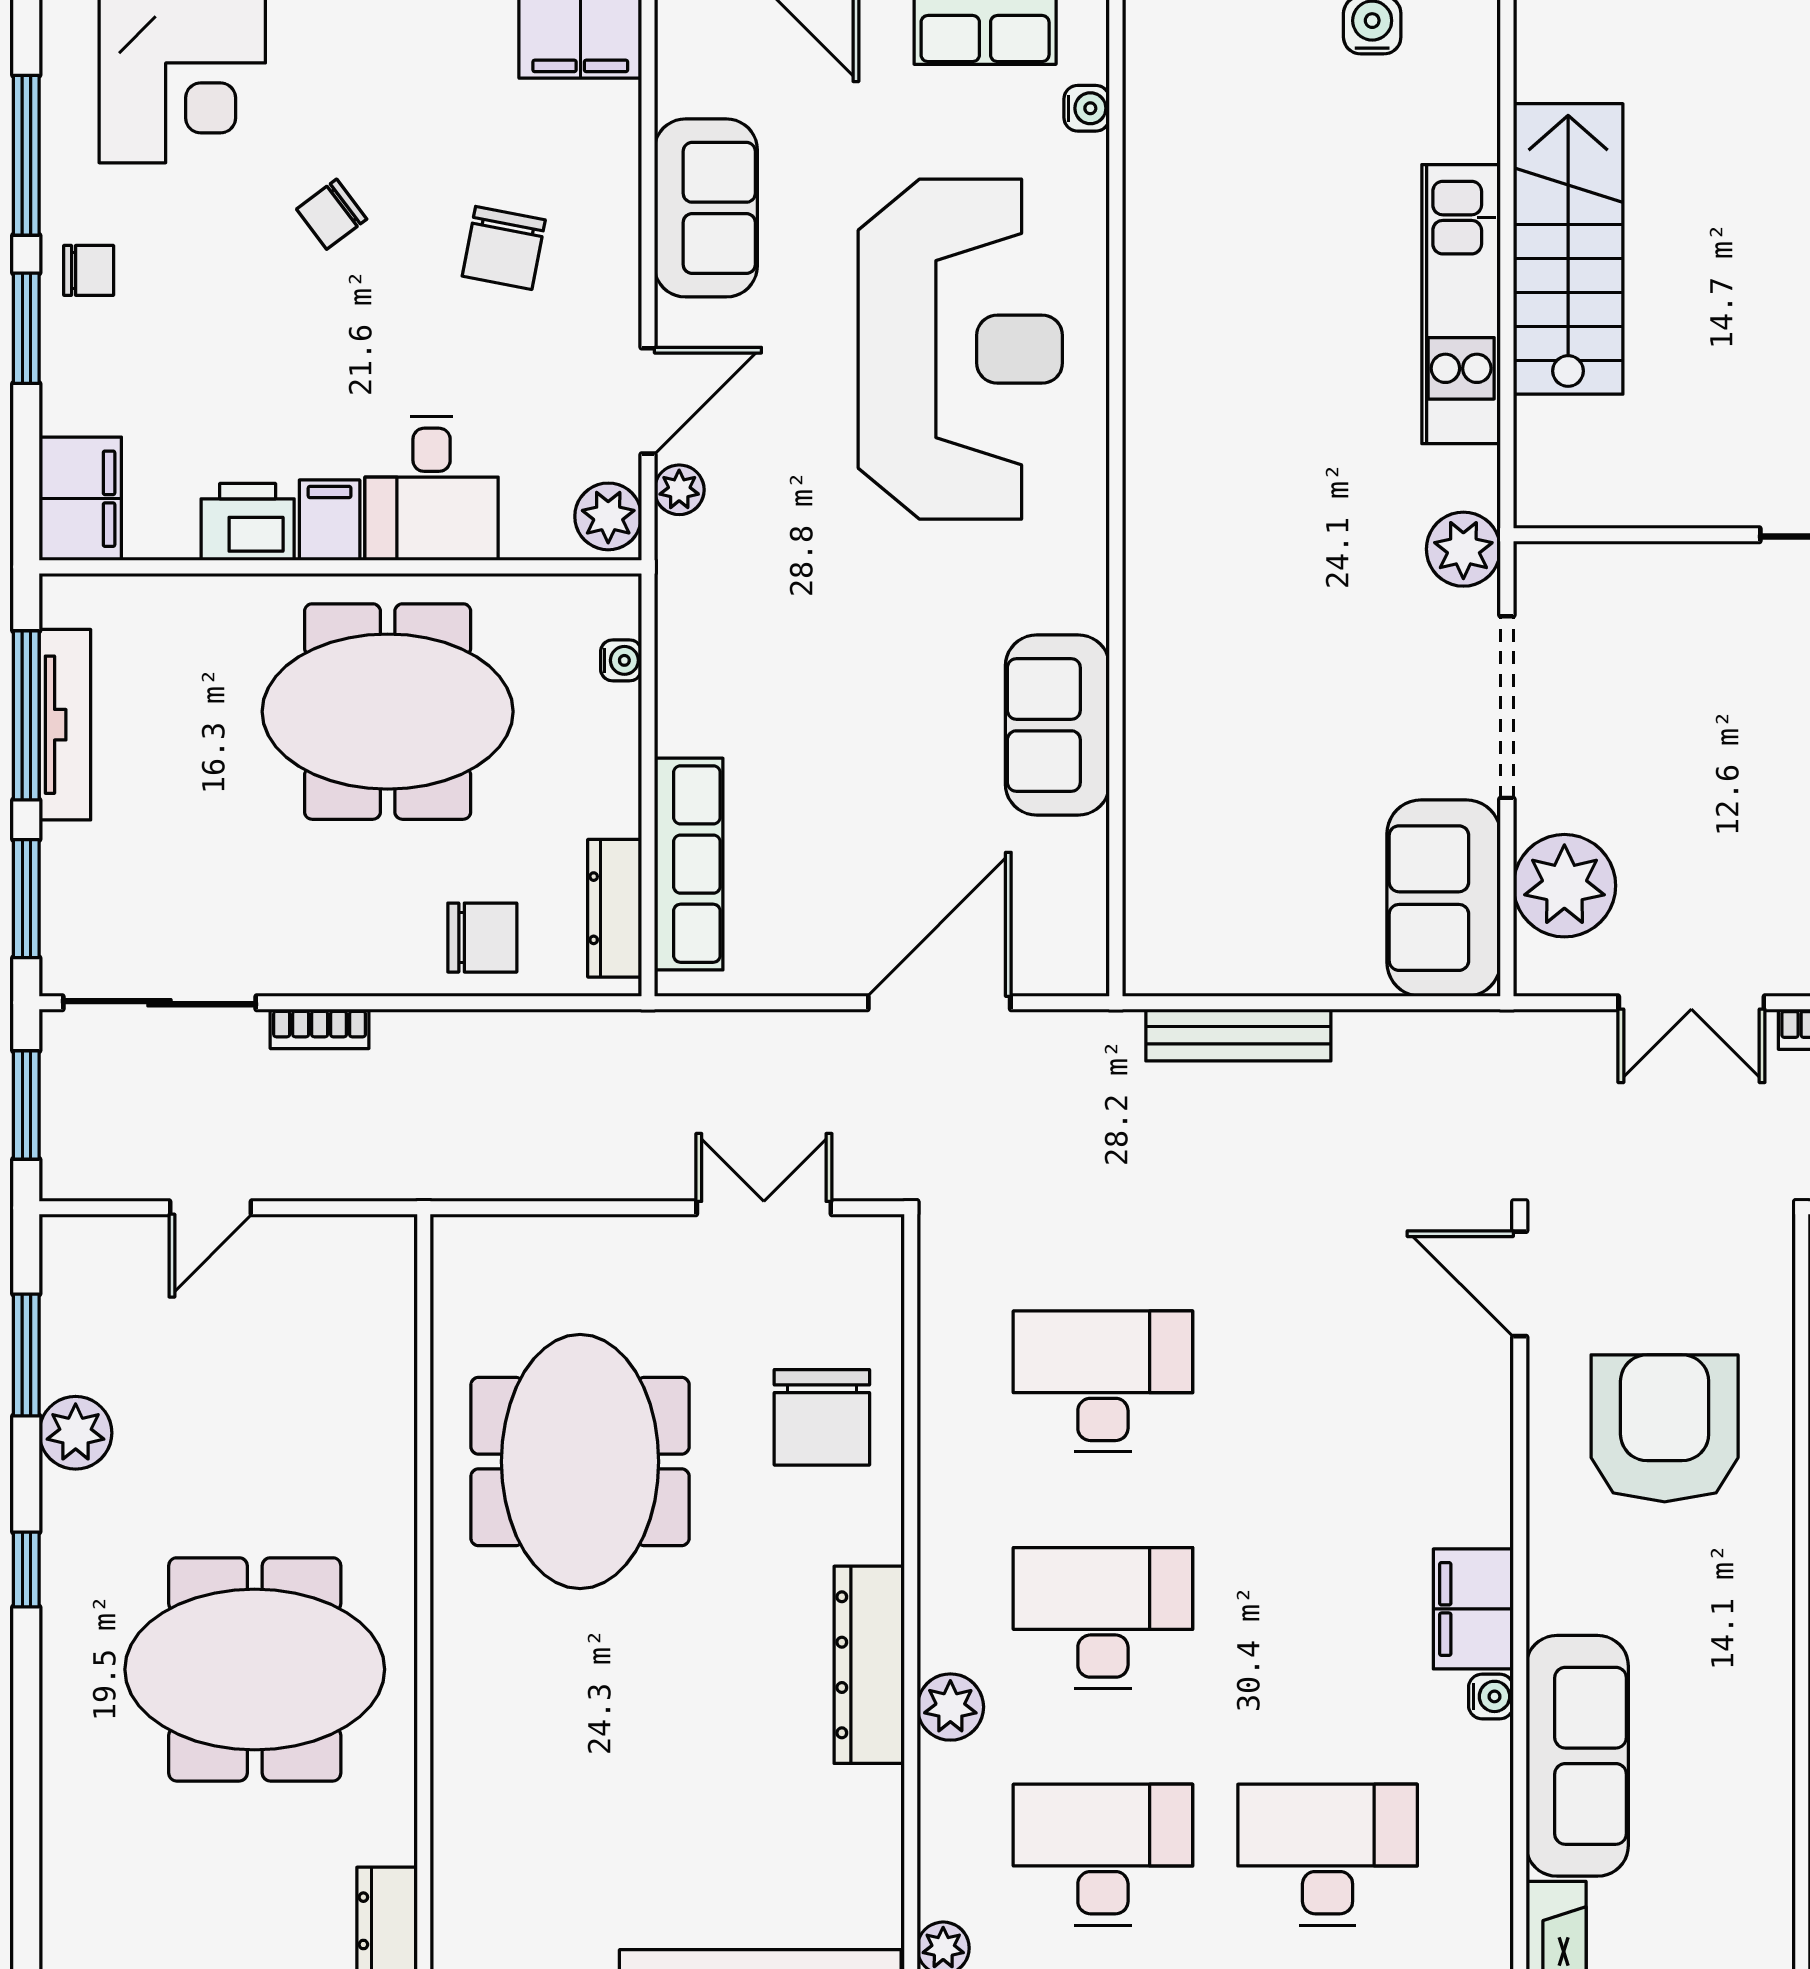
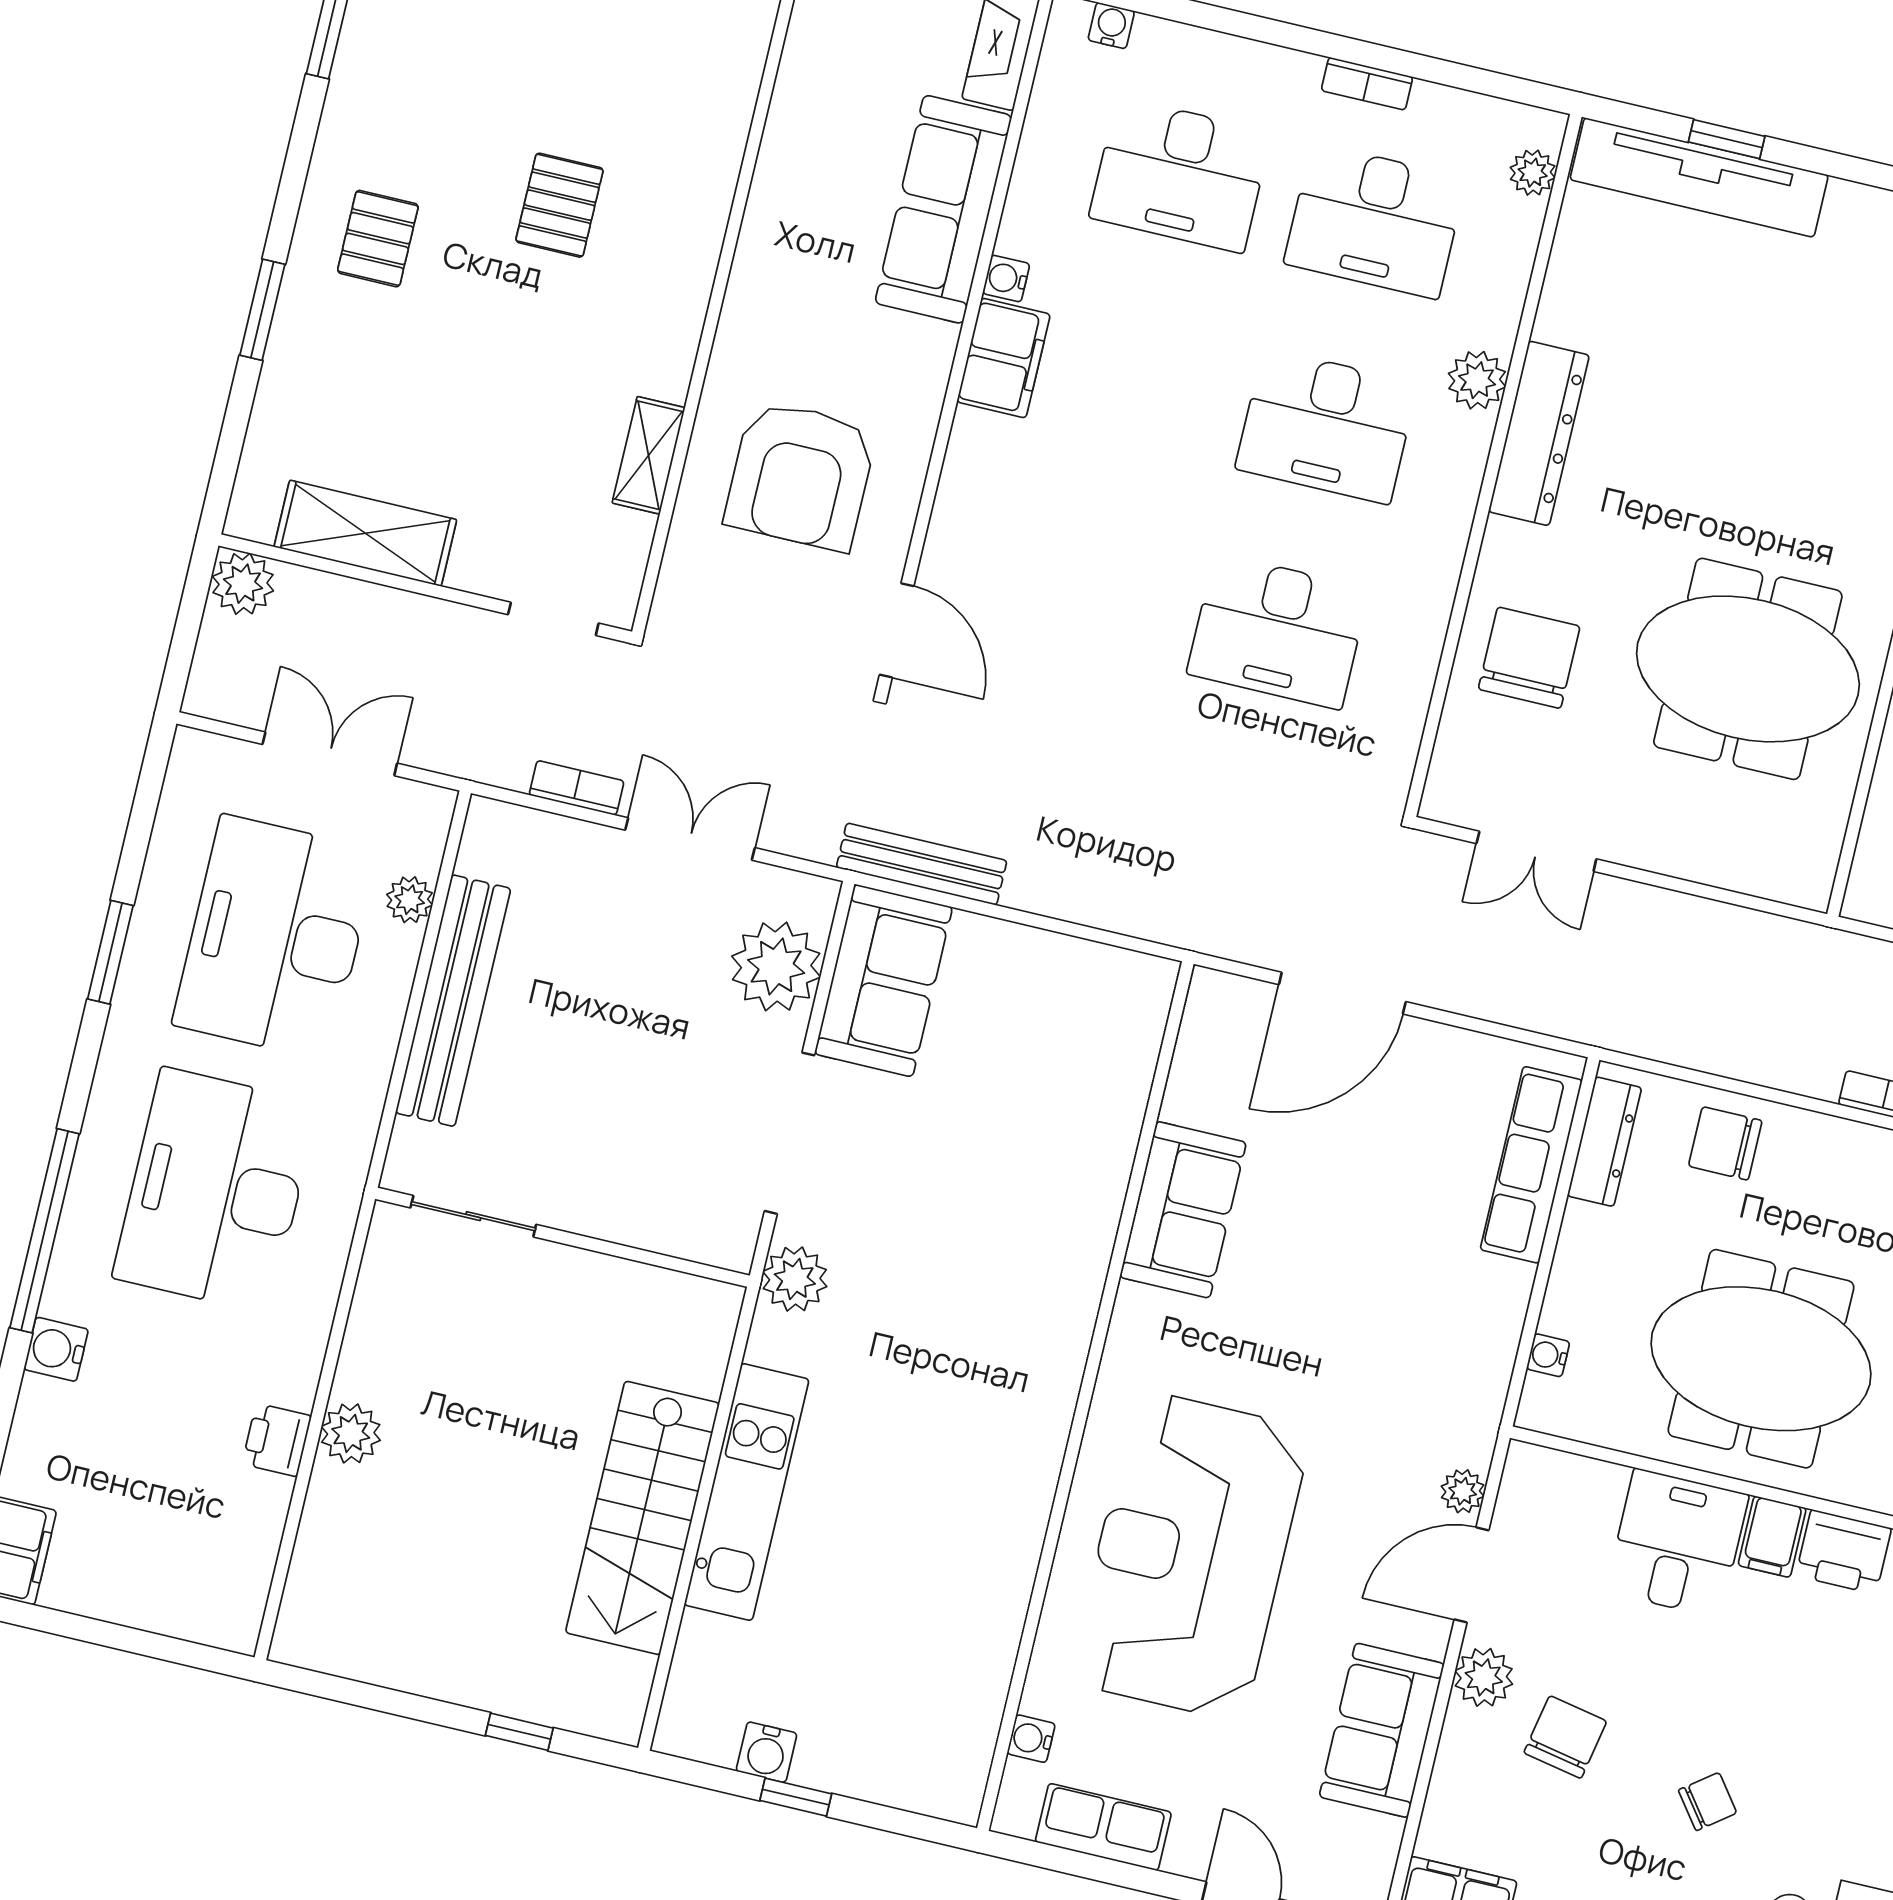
plant: (608, 516) -> (1484, 1677), moved
bench: (1238, 1035) -> (922, 864), moved
meeting table: (580, 1462) -> (1748, 669), turned 90

